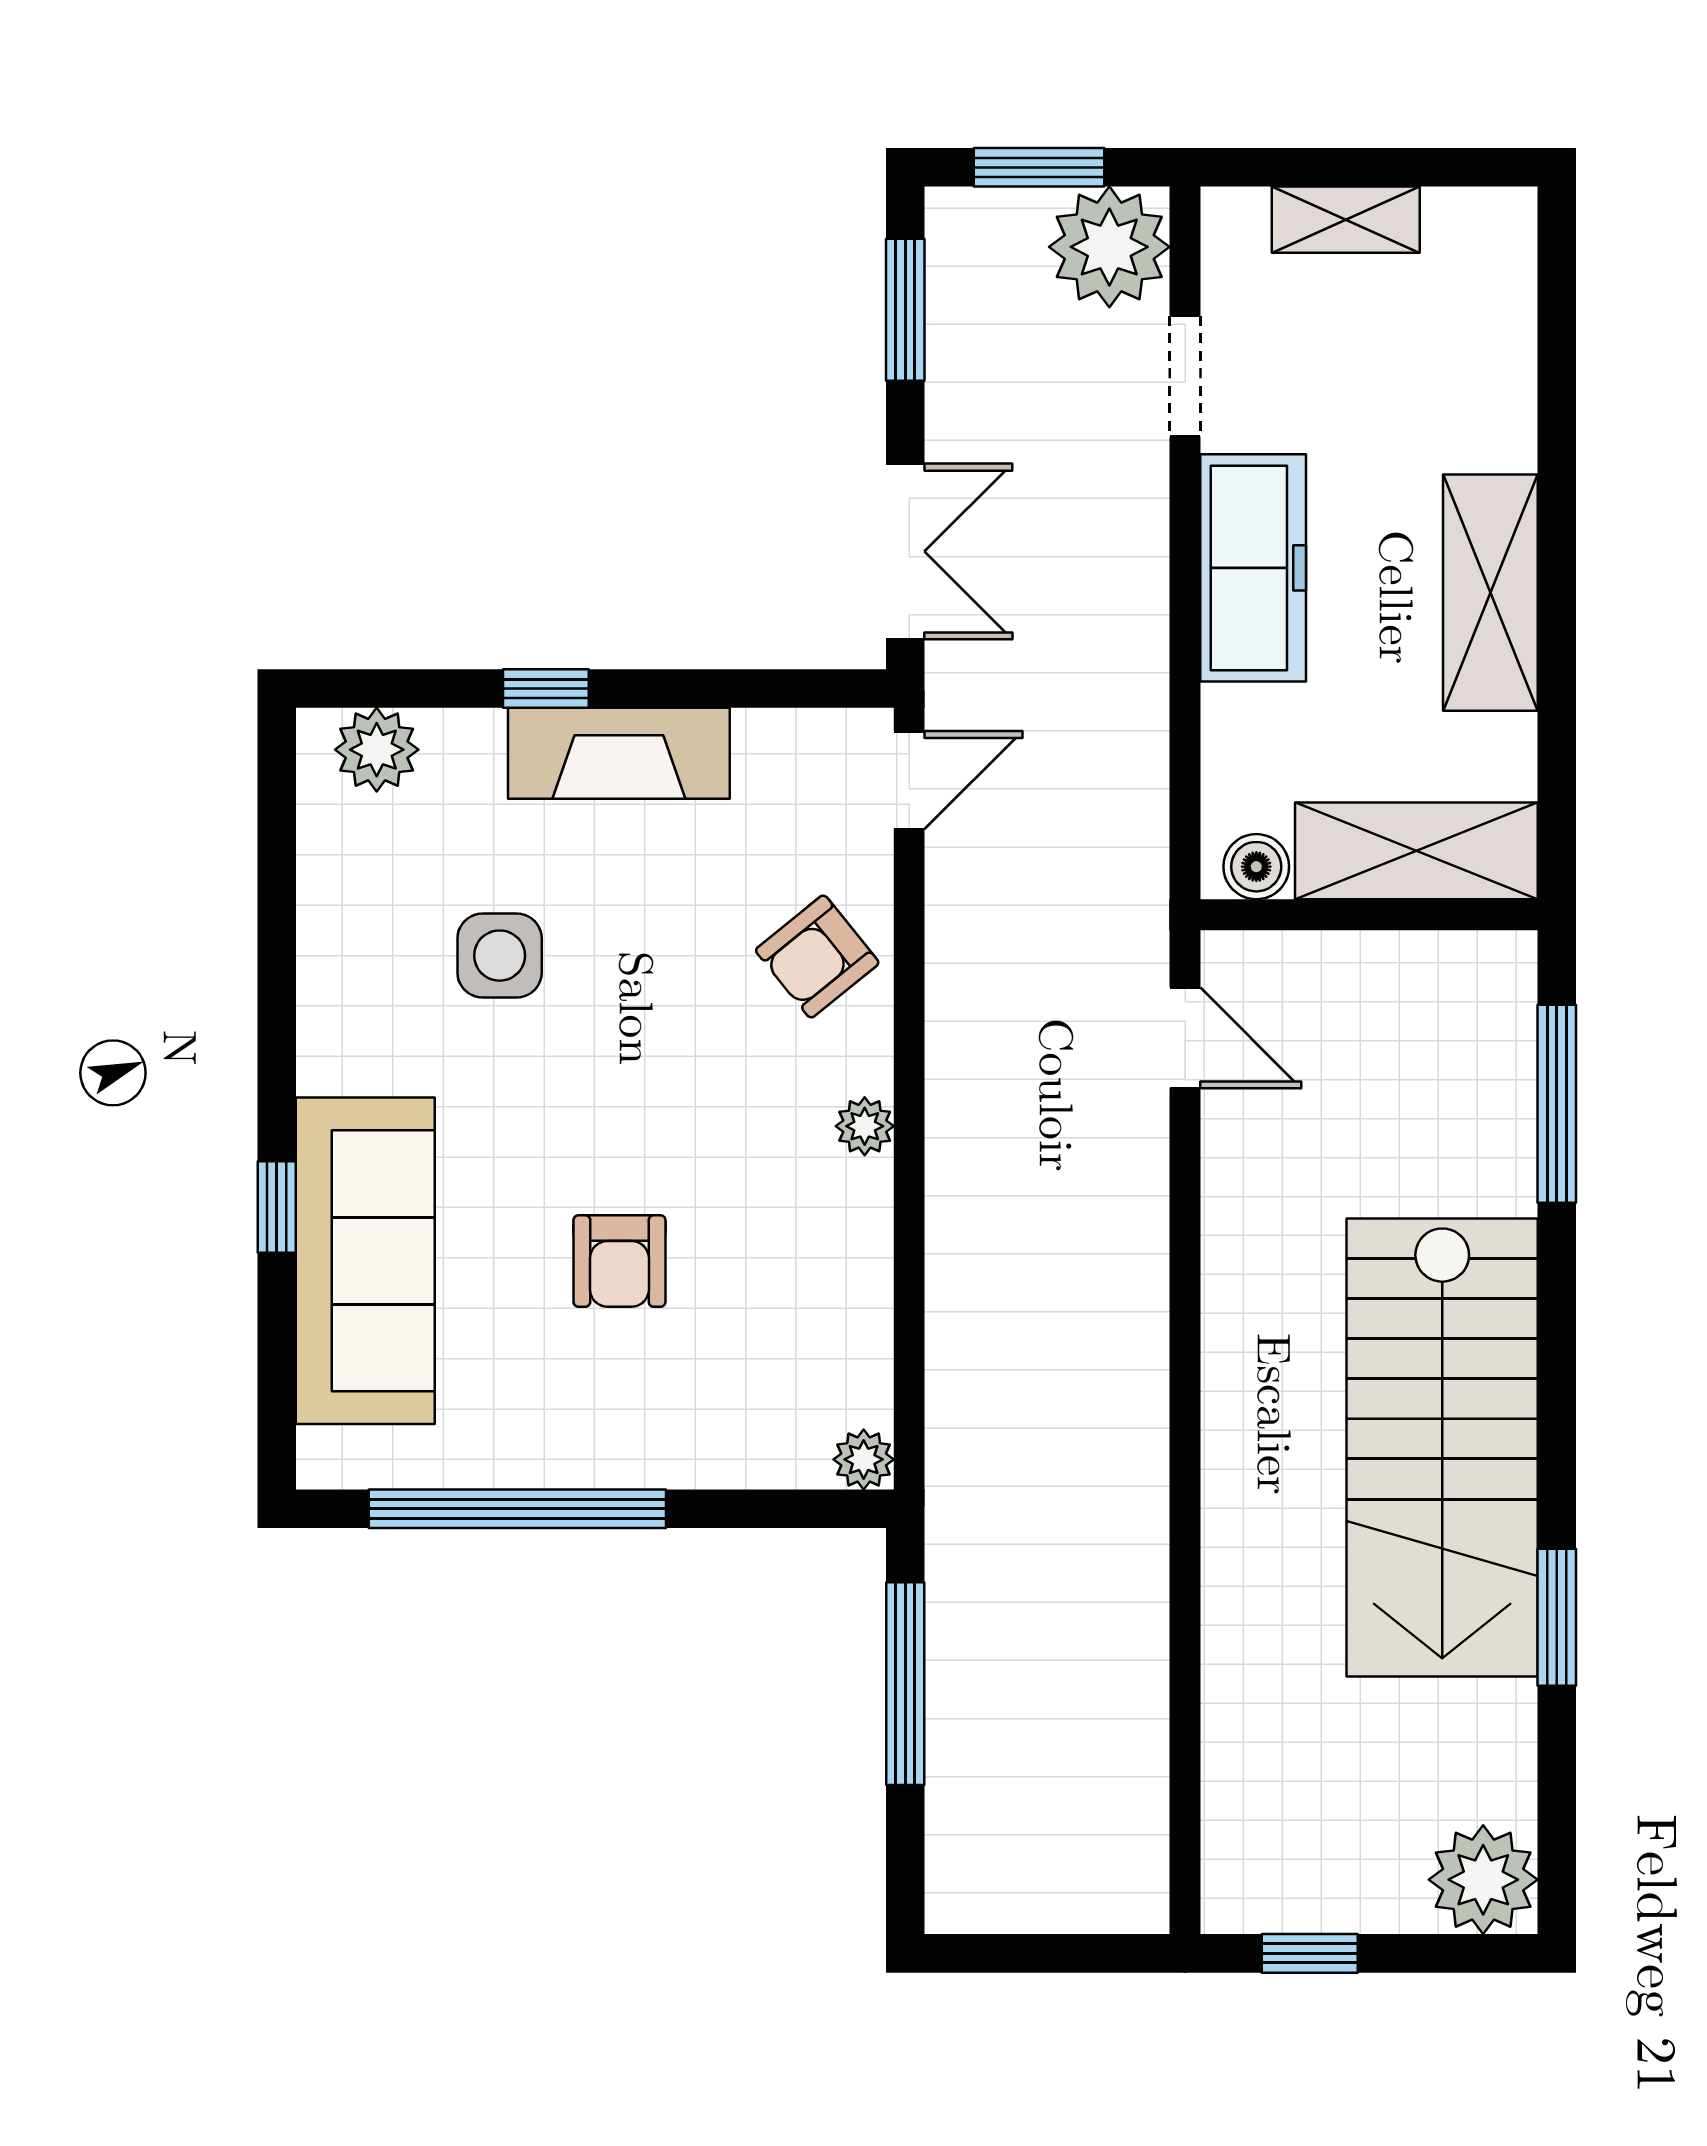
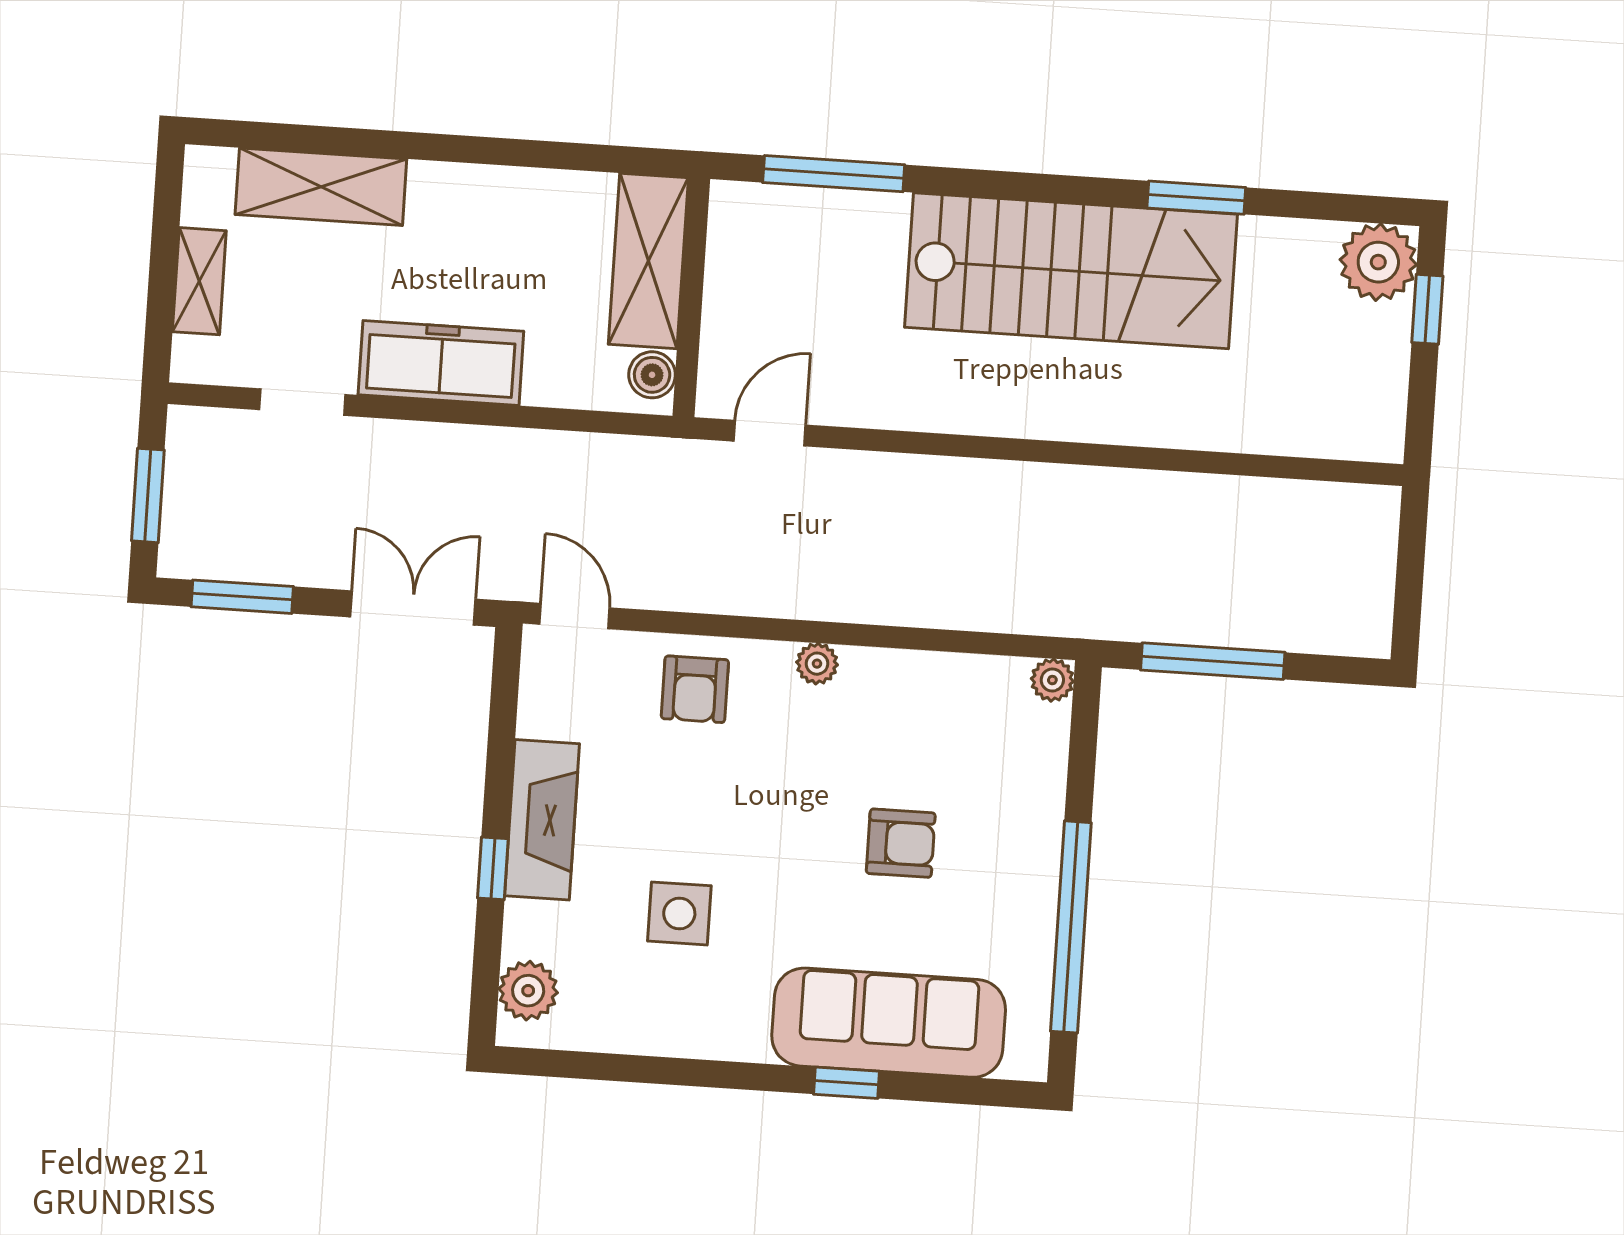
plant: (1109, 247) -> (207, 450), removed
shelving: (1490, 593) -> (321, 187), moved
armchair: (817, 956) -> (695, 689), turned 39
window: (1310, 1953) -> (1427, 309), moved

